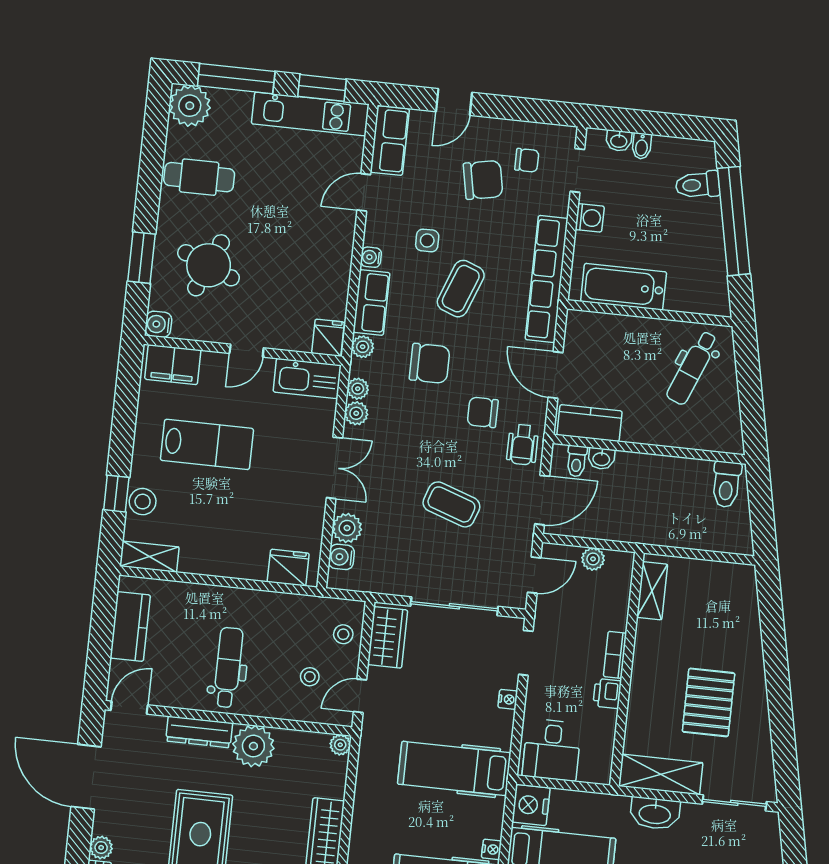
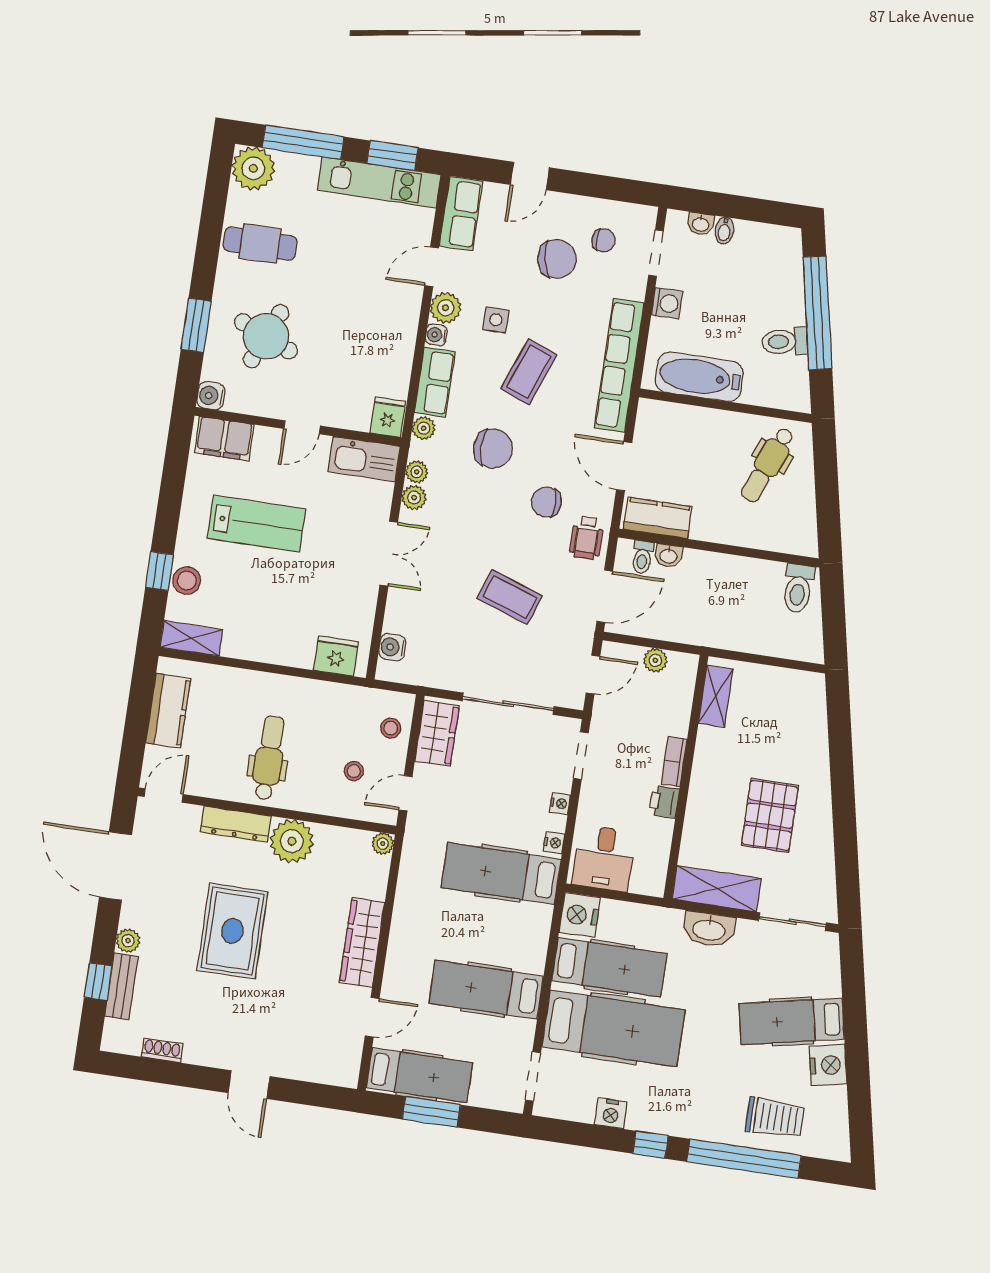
toilet: (698, 185) -> (785, 341), moved
plant: (347, 528) -> (446, 308), moved
nightstand: (491, 849) -> (554, 843), moved

